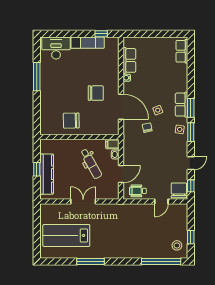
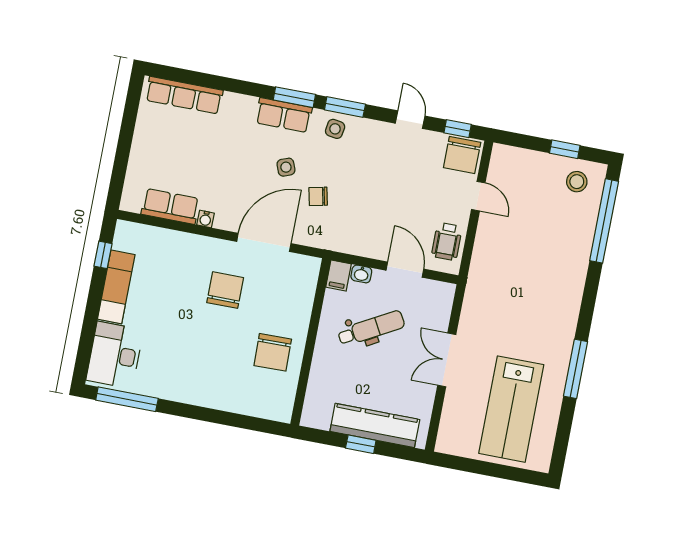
row of seats: (182, 51) -> (184, 95), width x1.48
window: (37, 77) -> (127, 399), moved
chair: (179, 190) -> (462, 155), turned -90

